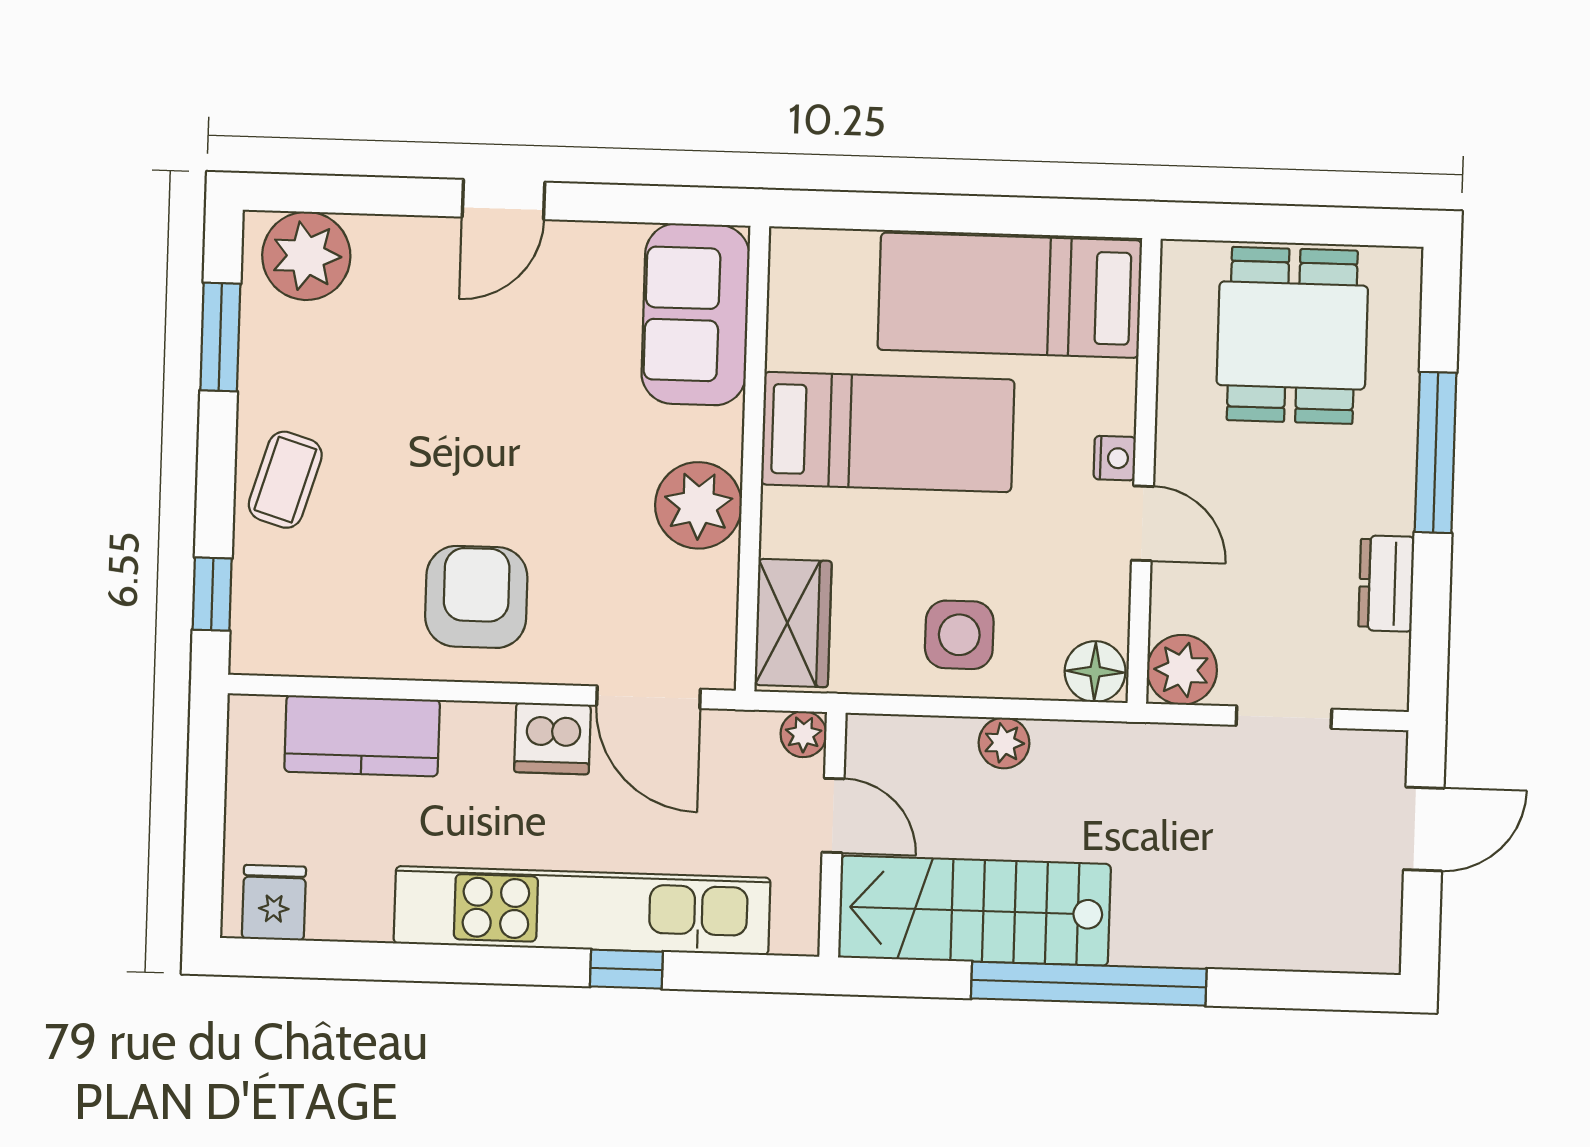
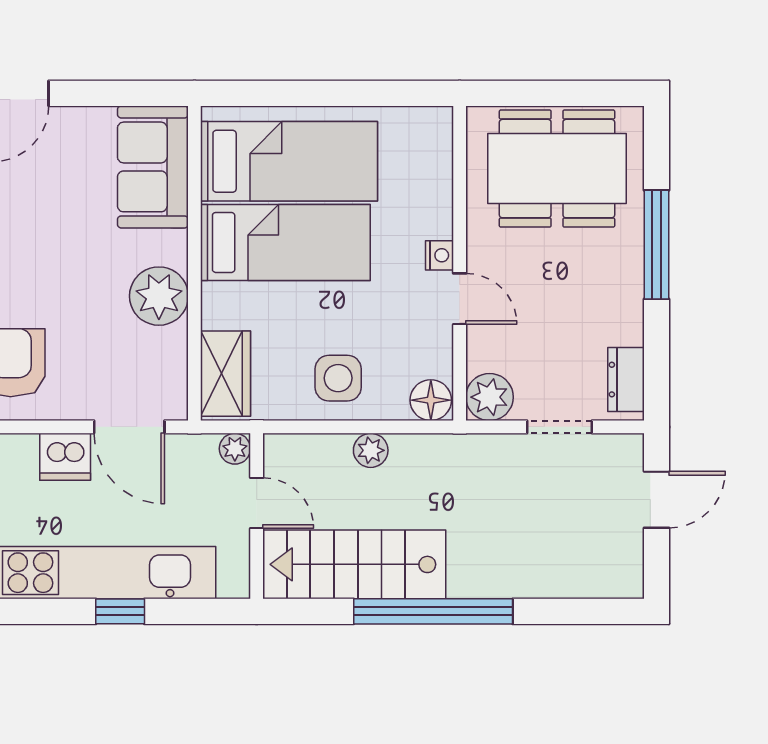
bed: (1010, 295) -> (289, 161), moved, turned 180
dining table: (1292, 335) -> (557, 169), width x1.38
dresser: (1386, 583) -> (626, 380), moved

